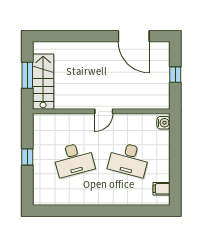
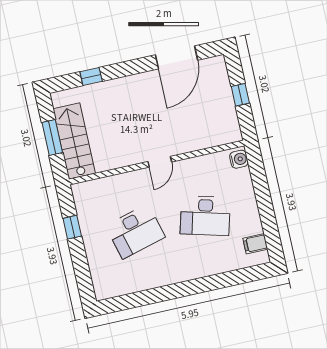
window: (67, 36) -> (91, 76), added
door: (134, 36) -> (176, 57), hinge flipped
window: (27, 157) -> (72, 227), moved

